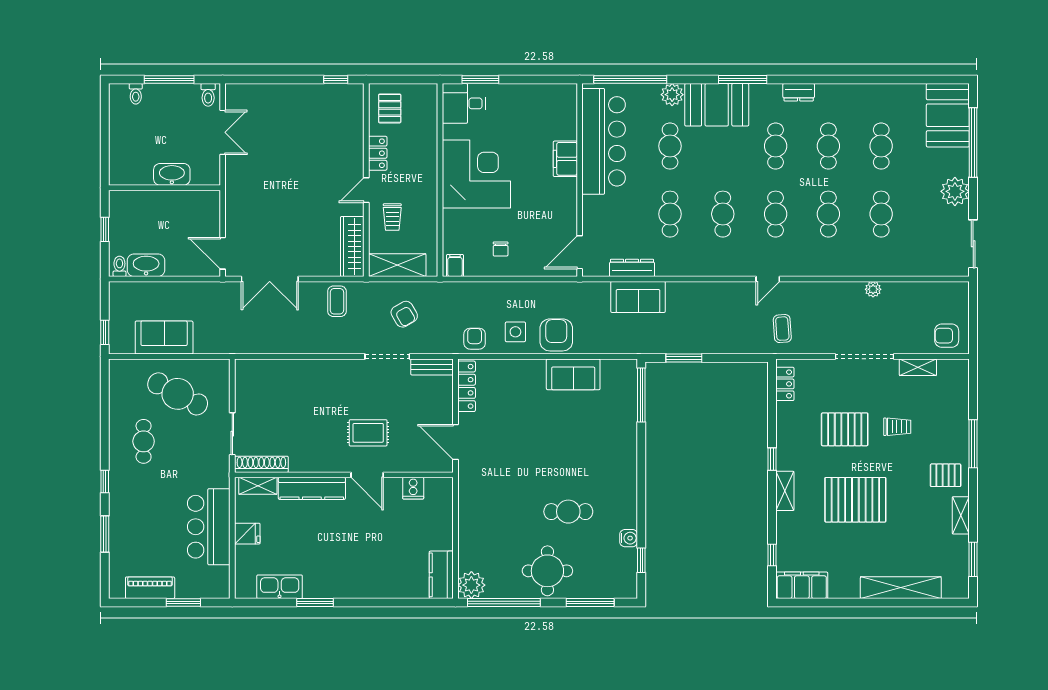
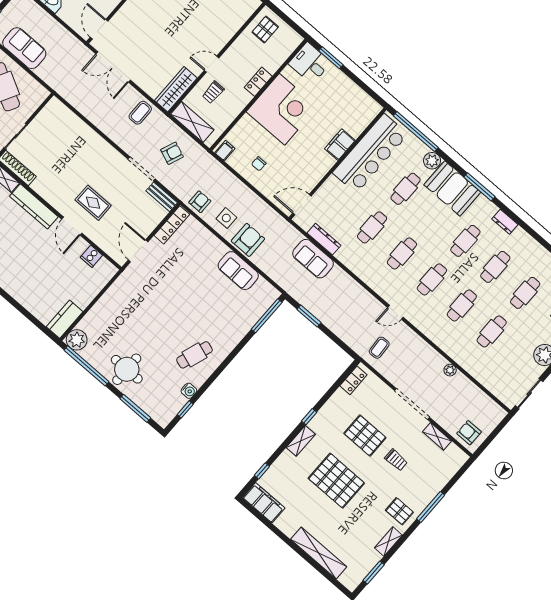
locker: (378, 153) -> (258, 82), moved, turned 180
armchair: (404, 314) -> (172, 153), turned -128
cafe table: (568, 512) -> (194, 355), moved, turned -71

